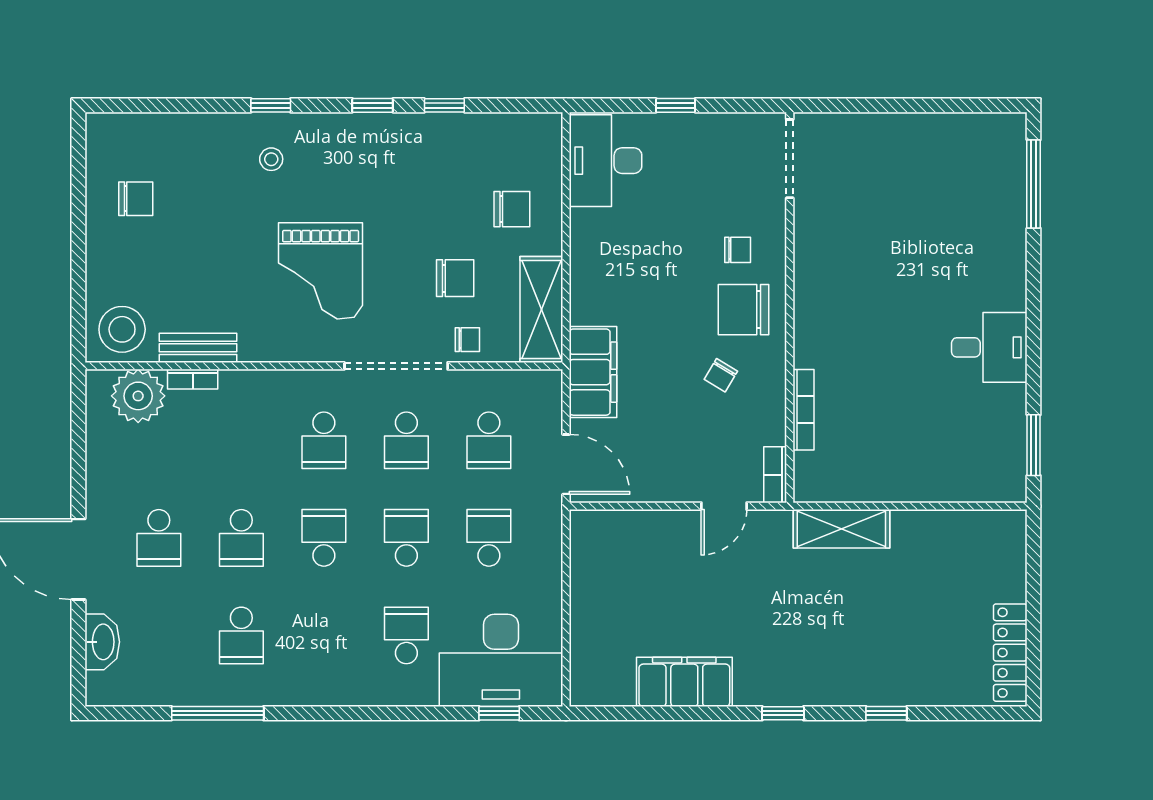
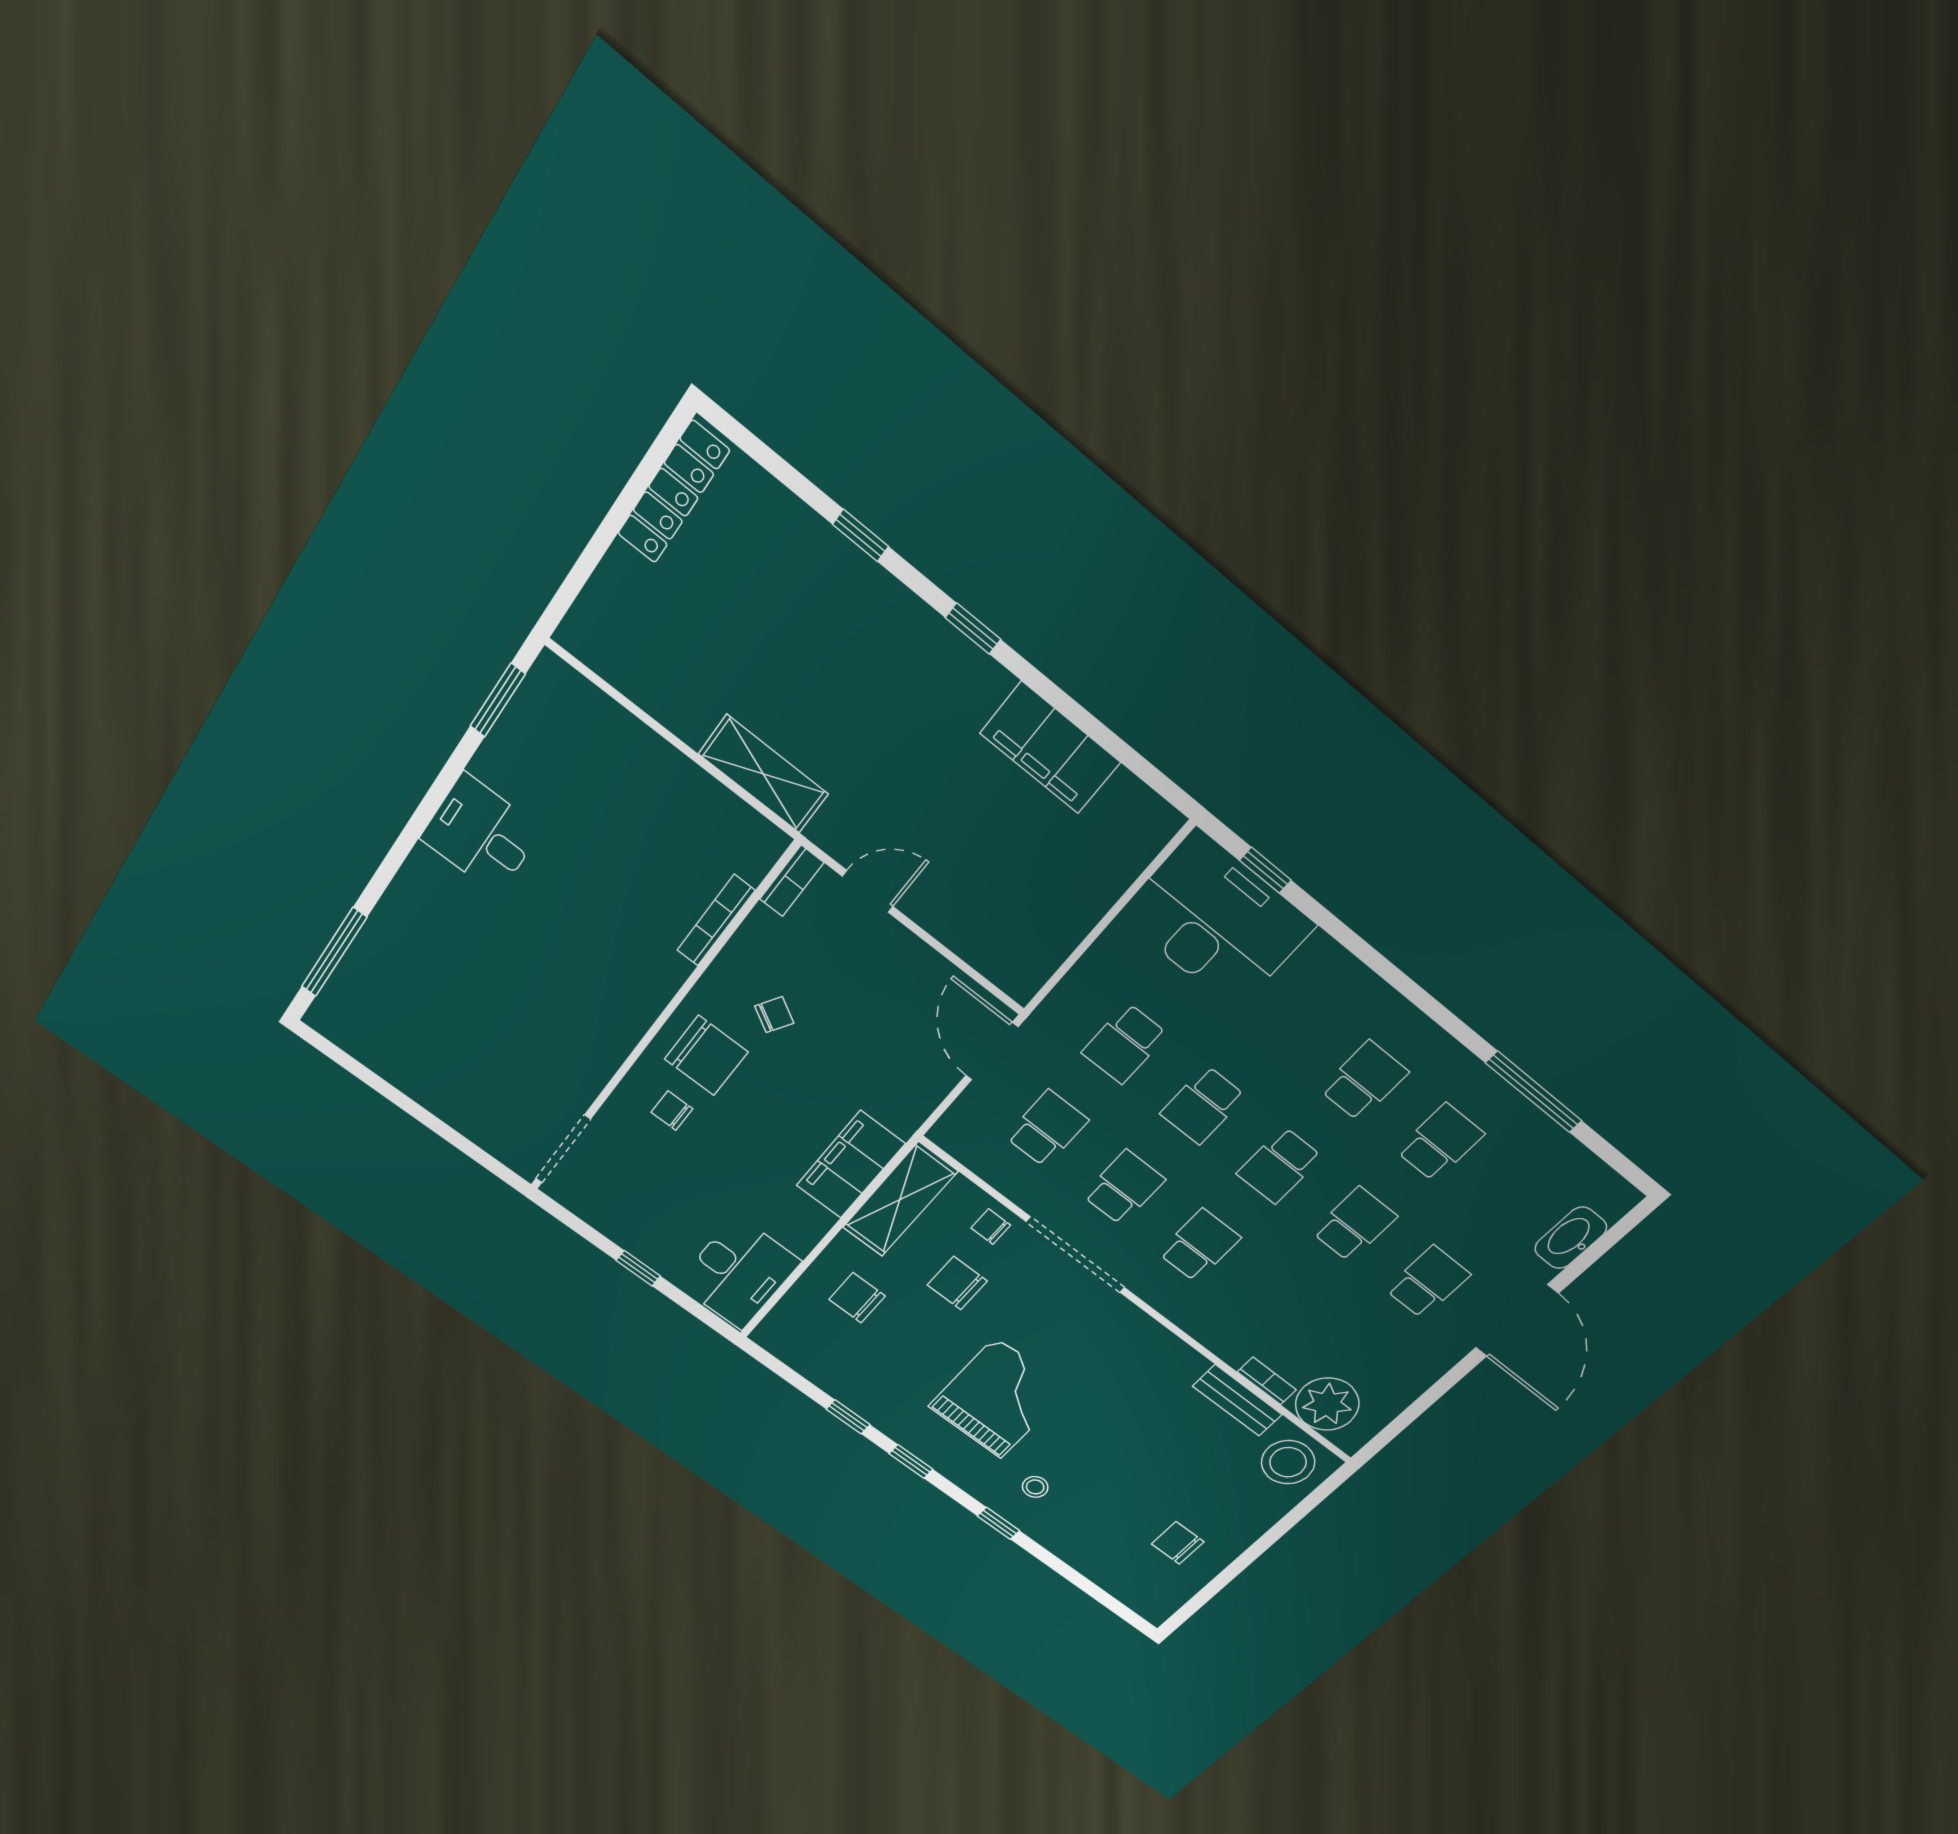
grand piano: (321, 271) -> (998, 1398), moved
filing cabinet: (593, 372) -> (850, 1165), moved
school desk: (406, 635) -> (1364, 1081), moved, turned 180

